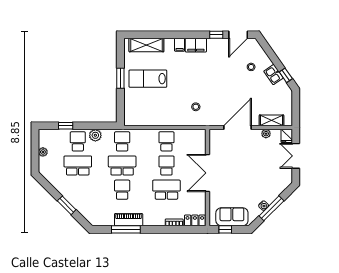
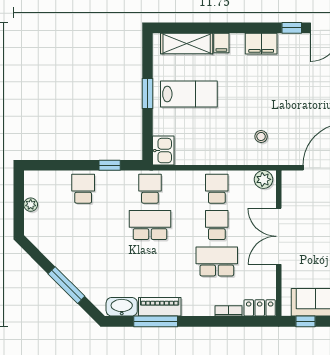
filing cabinet: (180, 45) -> (221, 43), moved
lab bench: (148, 79) -> (189, 94), turned 180
kitchen sink: (131, 116) -> (163, 151), added
window: (66, 126) -> (110, 165), moved
plant: (95, 135) -> (263, 179), moved
school desk: (78, 166) -> (83, 225), removed
school desk: (122, 190) -> (150, 261), removed
window: (67, 205) -> (66, 285), width x1.44
washbasin: (103, 220) -> (122, 307), added

